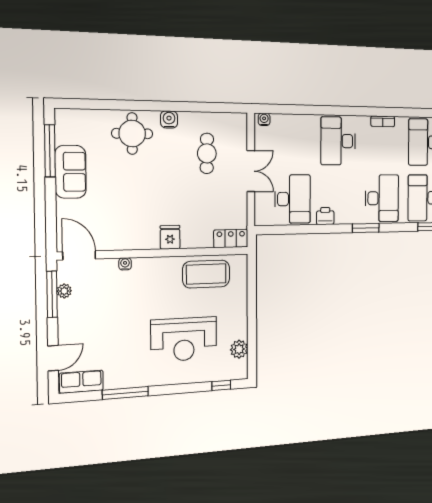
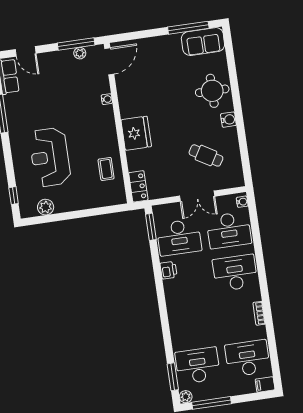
cafe table: (207, 153) -> (206, 155), turned 30
sofa: (70, 172) -> (203, 42), moved
desk: (382, 198) -> (229, 230), moved
window: (366, 228) -> (151, 227), moved
fridge: (170, 237) -> (136, 133), width x1.88, depth x1.34
coffee table: (206, 274) -> (106, 169), width x0.54, depth x0.58

